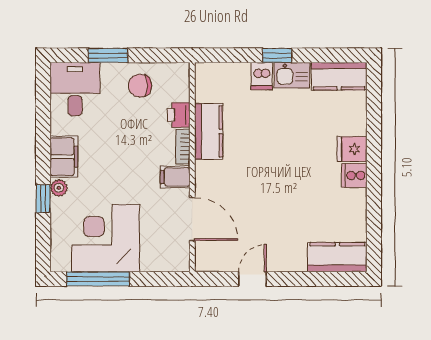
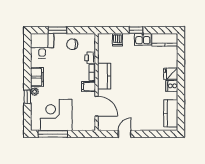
dishwasher: (262, 76) -> (117, 40), moved
kitchen counter: (209, 131) -> (104, 76), moved
kitchen counter: (337, 257) -> (171, 113), moved, turned -90

